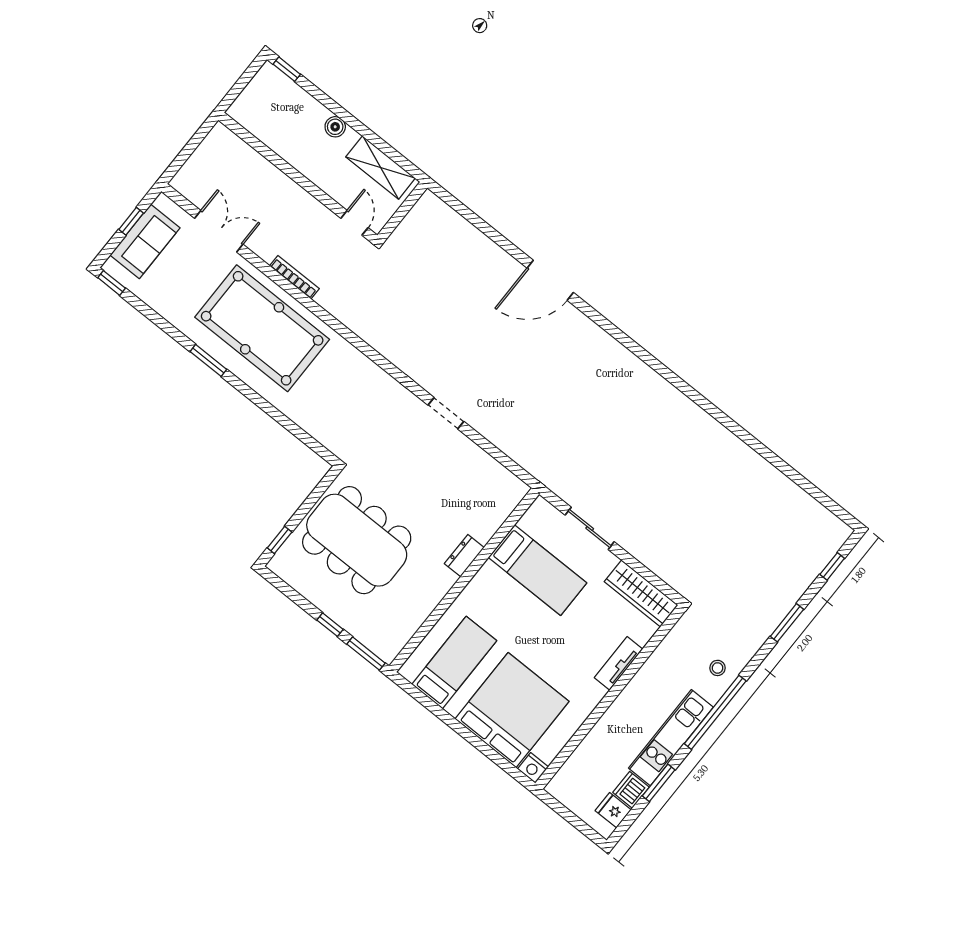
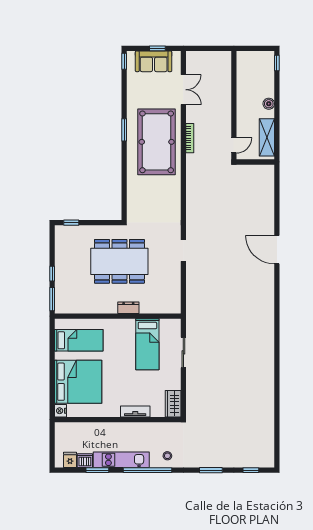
dining table: (357, 540) -> (119, 261), moved, turned 90
wardrobe: (641, 593) -> (173, 404), width x0.67

